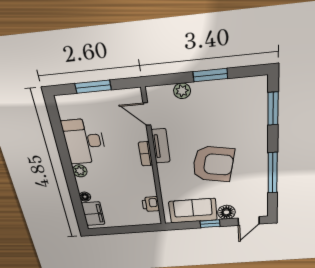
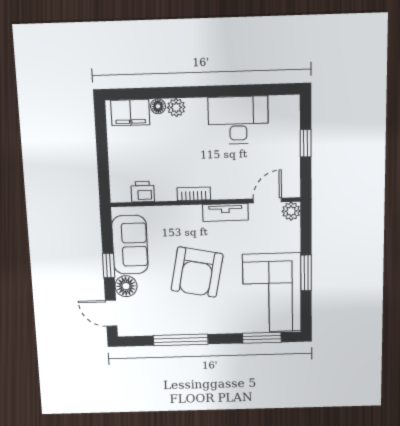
window: (93, 87) -> (306, 143), width x0.67
plant: (182, 91) -> (291, 211), moved
corner sofa: (230, 103) -> (272, 293), added
bookcase: (146, 154) -> (194, 194), moved
plant: (80, 171) -> (176, 107), moved

